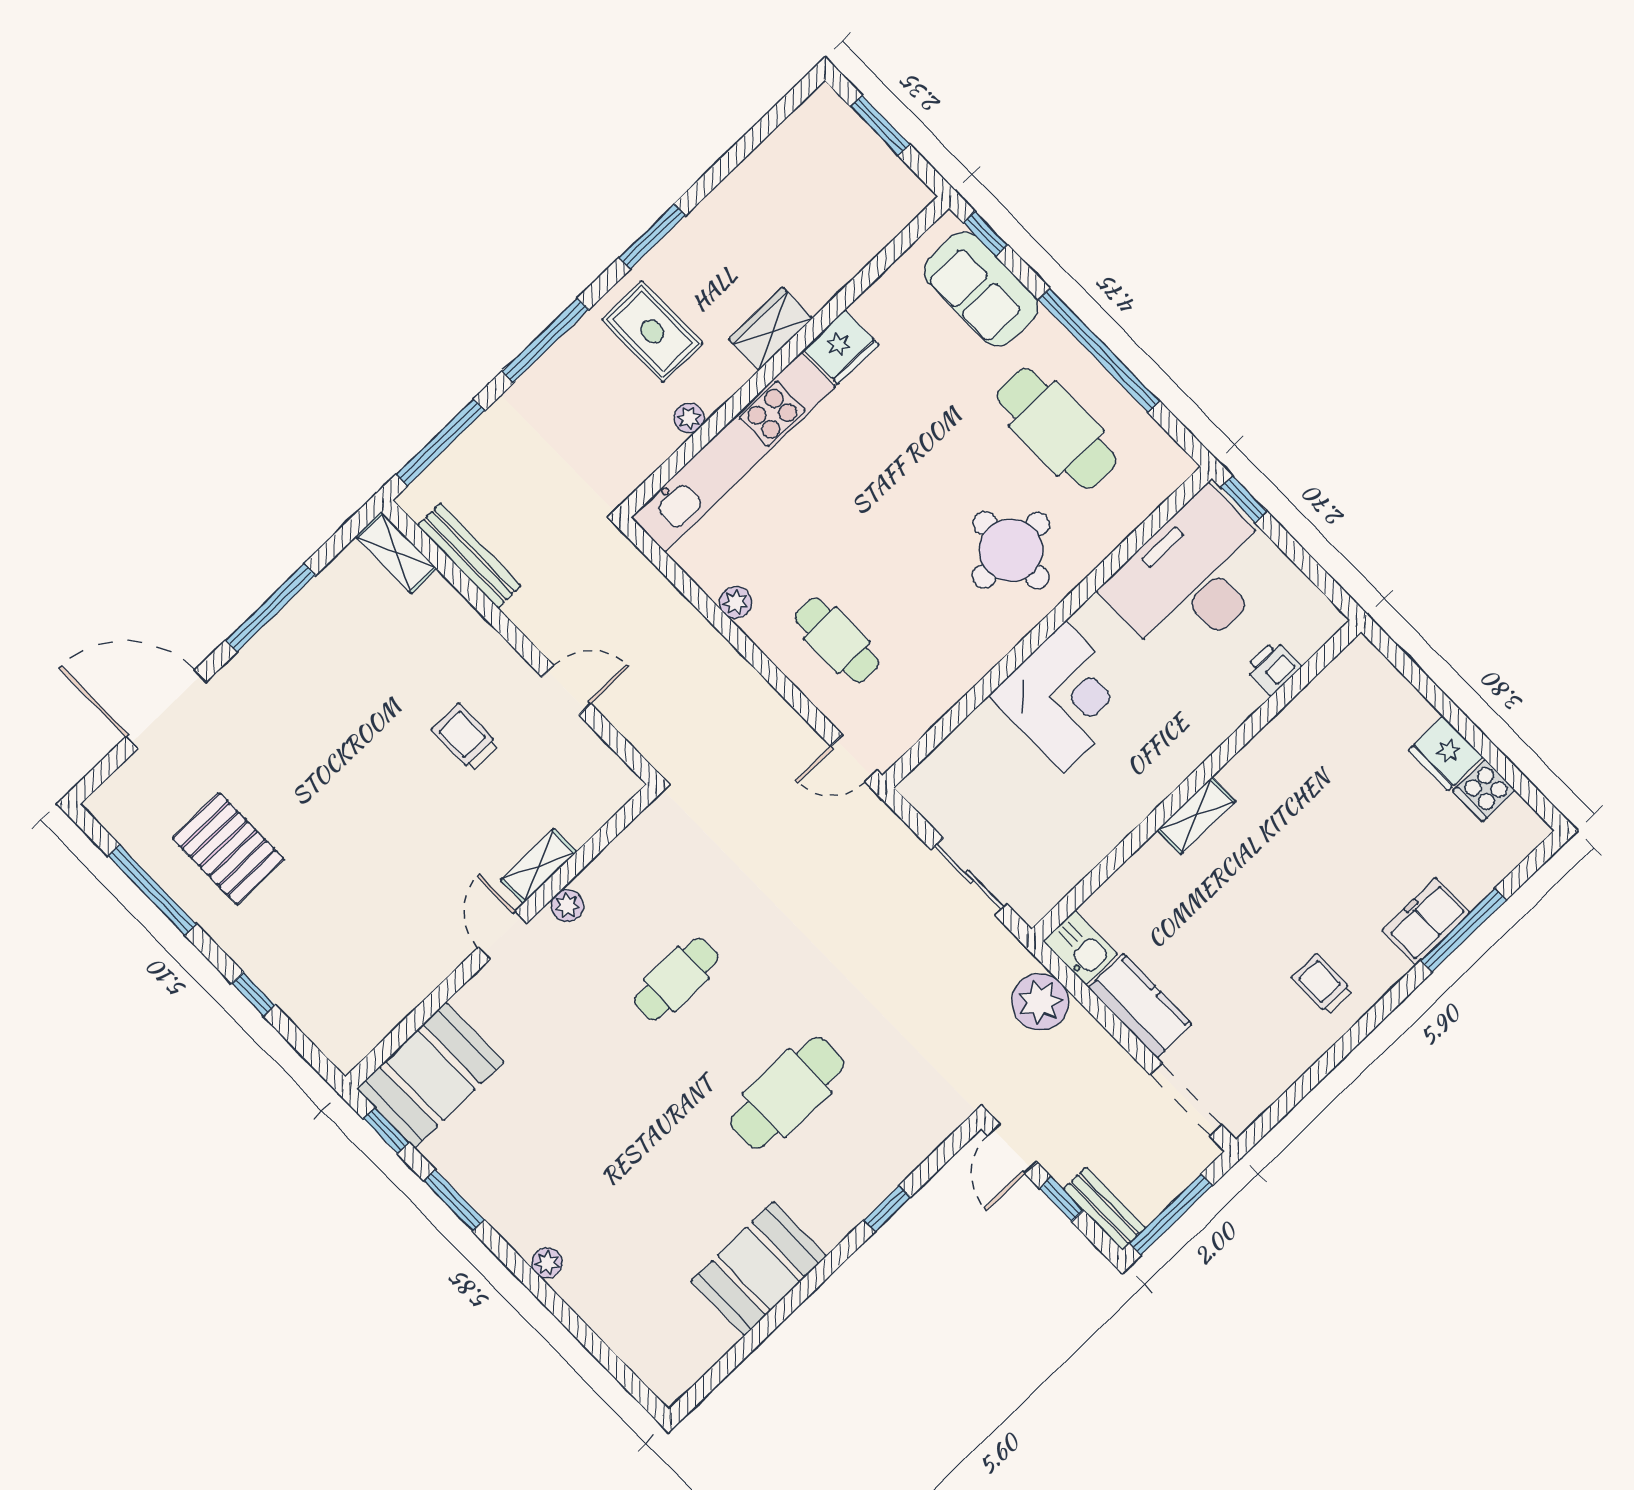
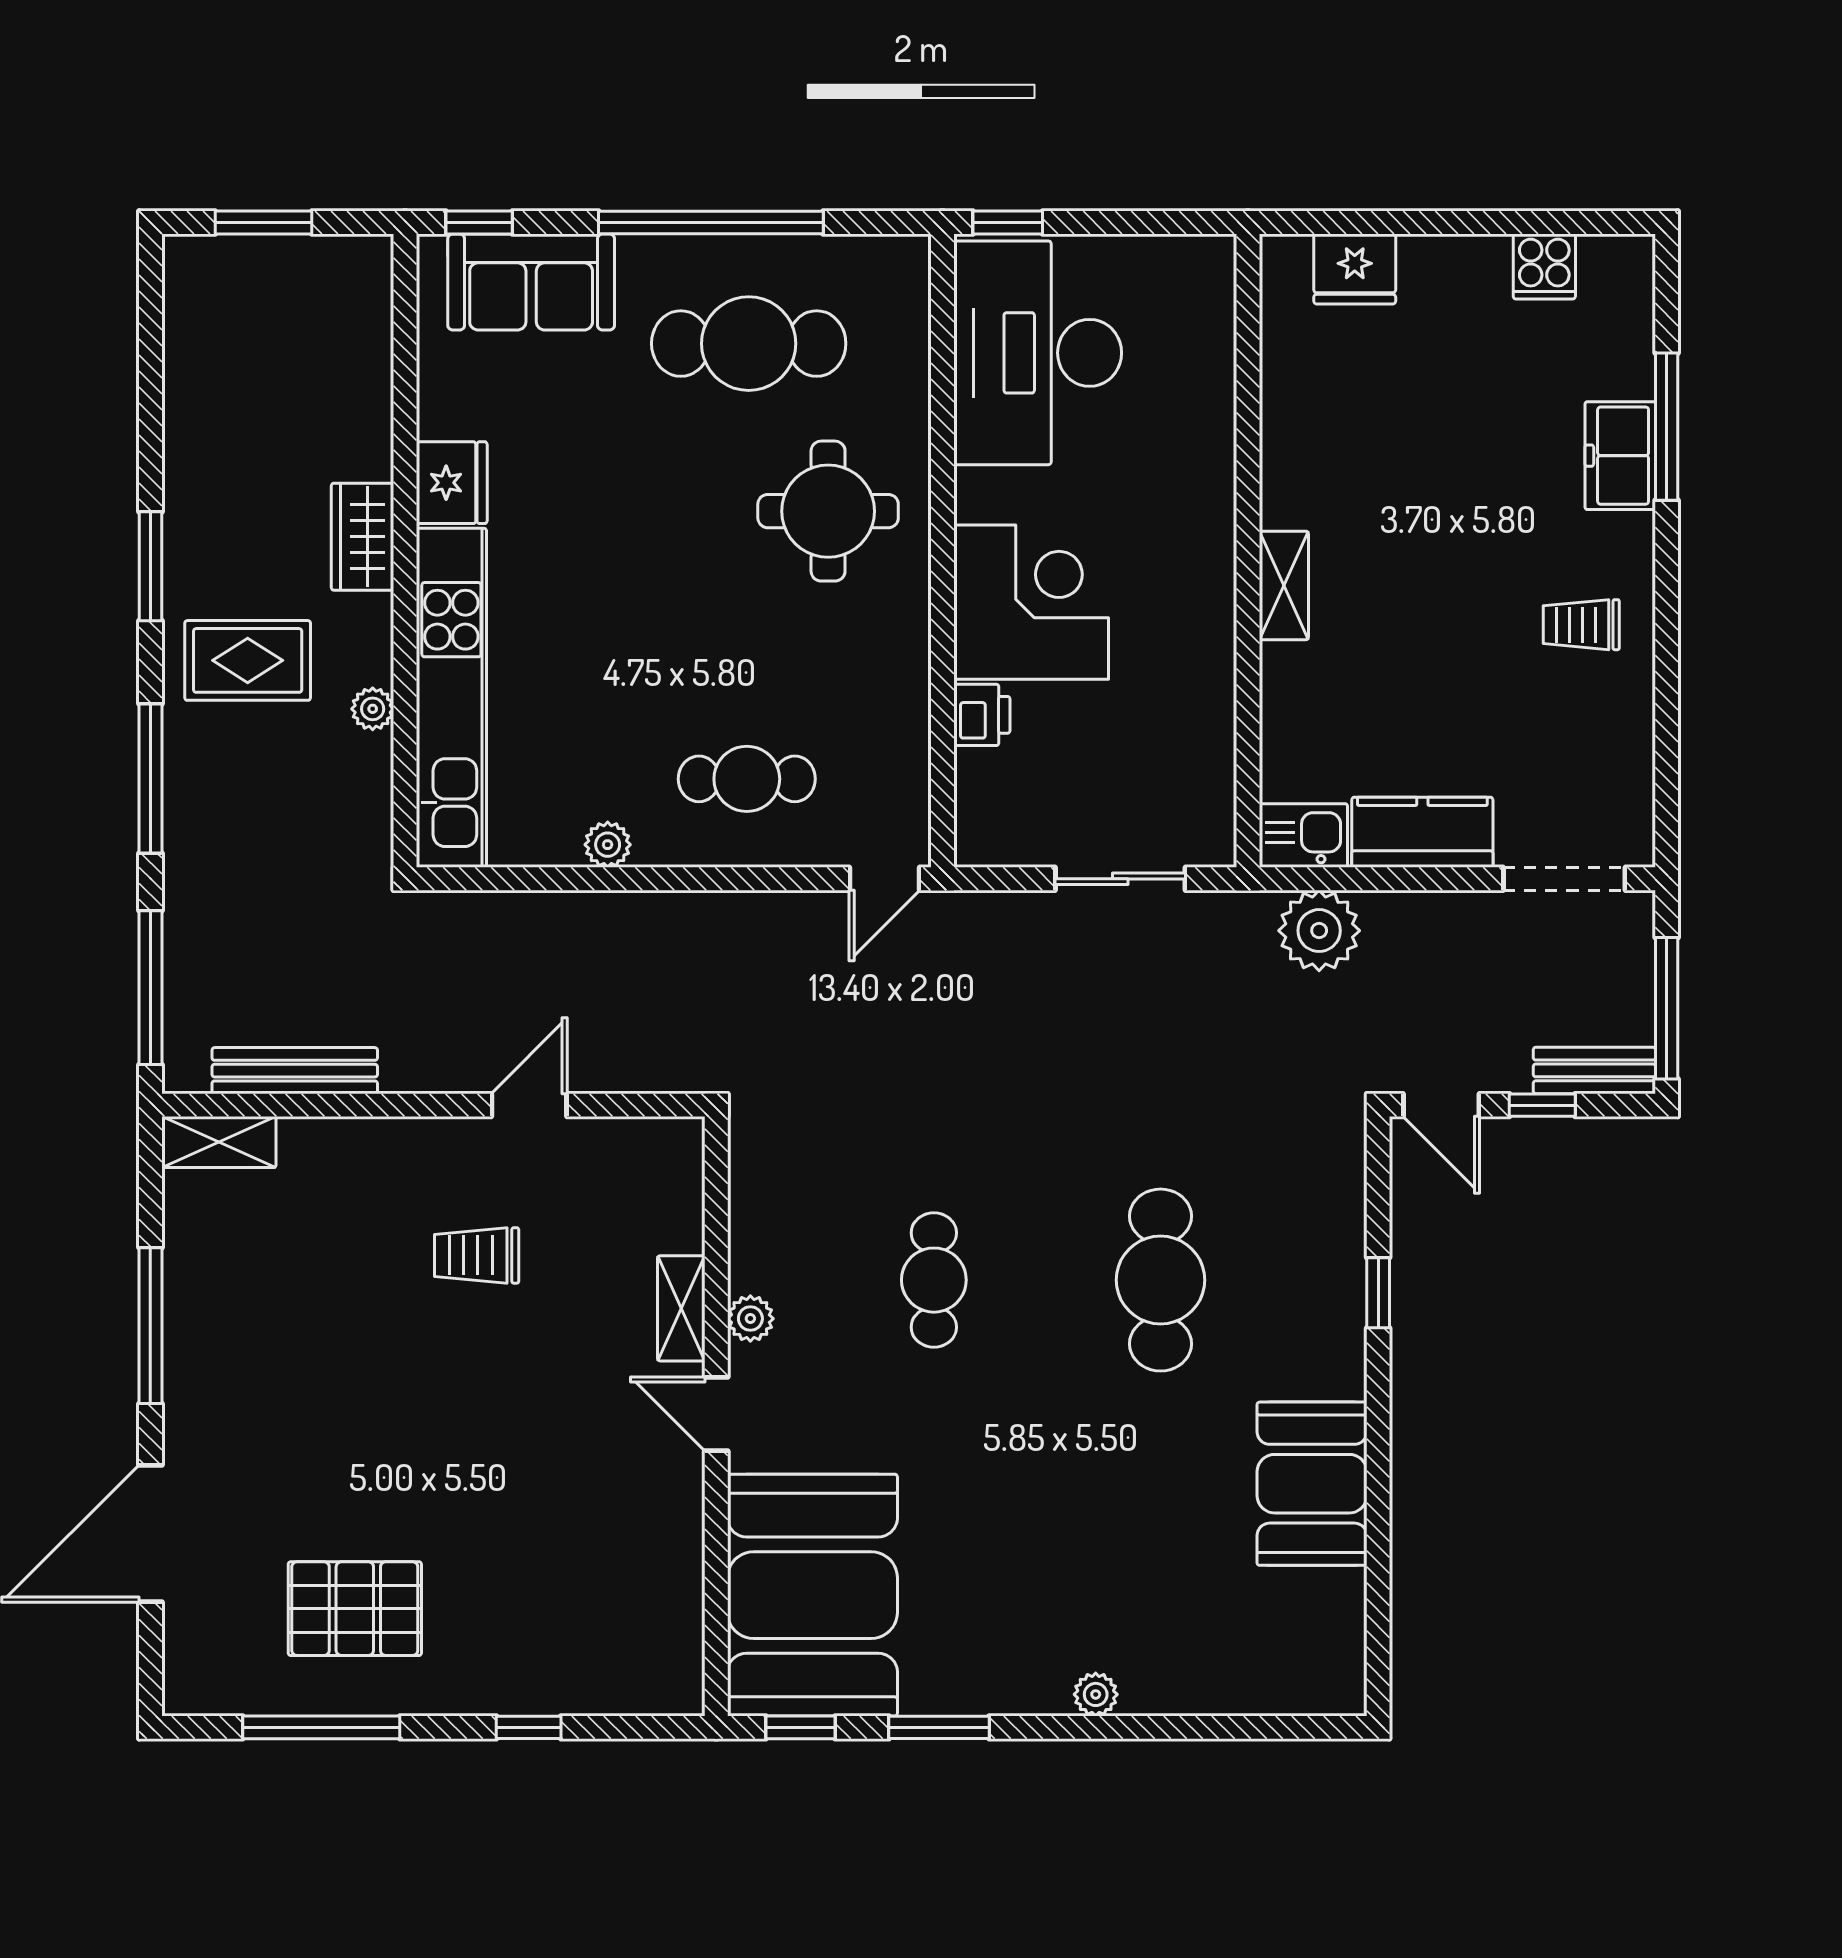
printer: (1273, 668) -> (982, 715), moved, turned 180
fridge: (1445, 753) -> (1355, 269), moved
booth: (430, 1075) -> (812, 1595), width x1.36, depth x1.42

